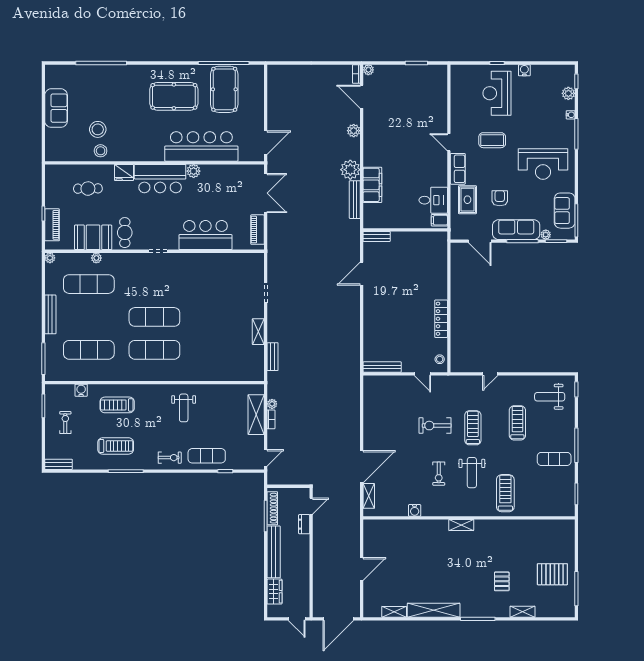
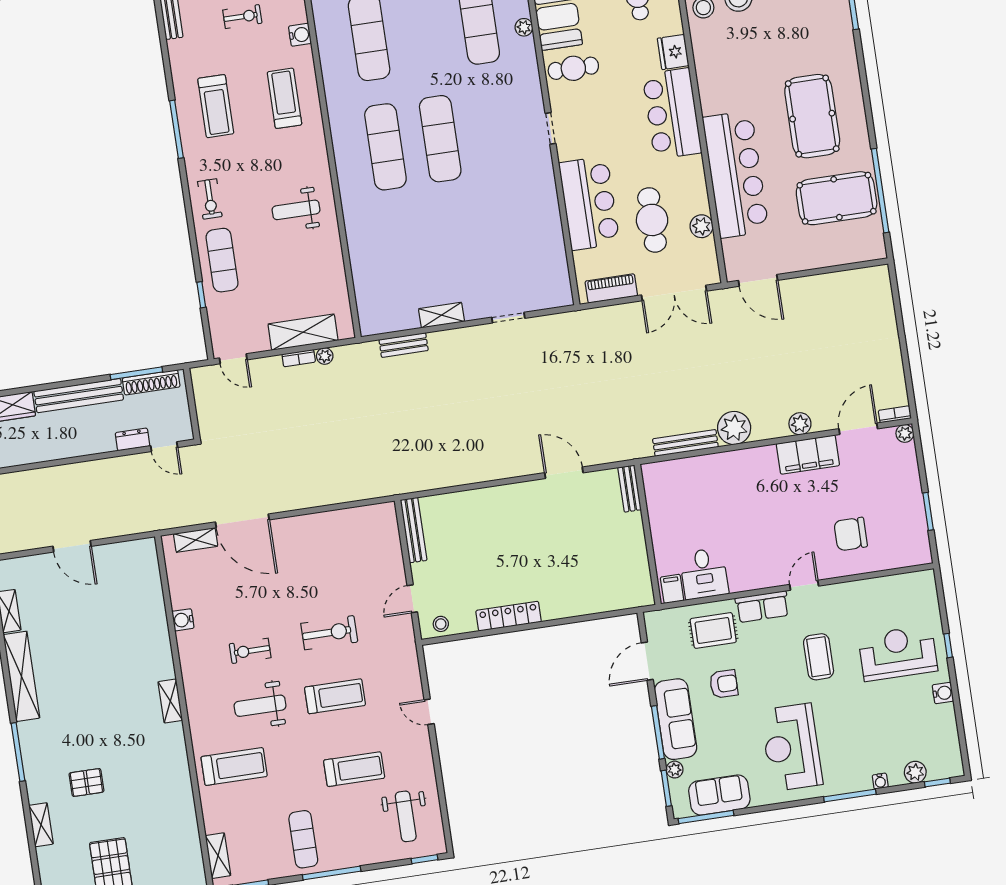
chair: (423, 111) -> (851, 534), added
plant: (194, 171) -> (701, 226), moved
filing cabinet: (372, 185) -> (808, 455), moved
cafe table: (221, 200) -> (652, 220), added
weight bench: (550, 397) -> (406, 816), turned 180
exercise bike: (435, 426) -> (329, 633), turned 90
shelving: (556, 510) -> (218, 856), added

